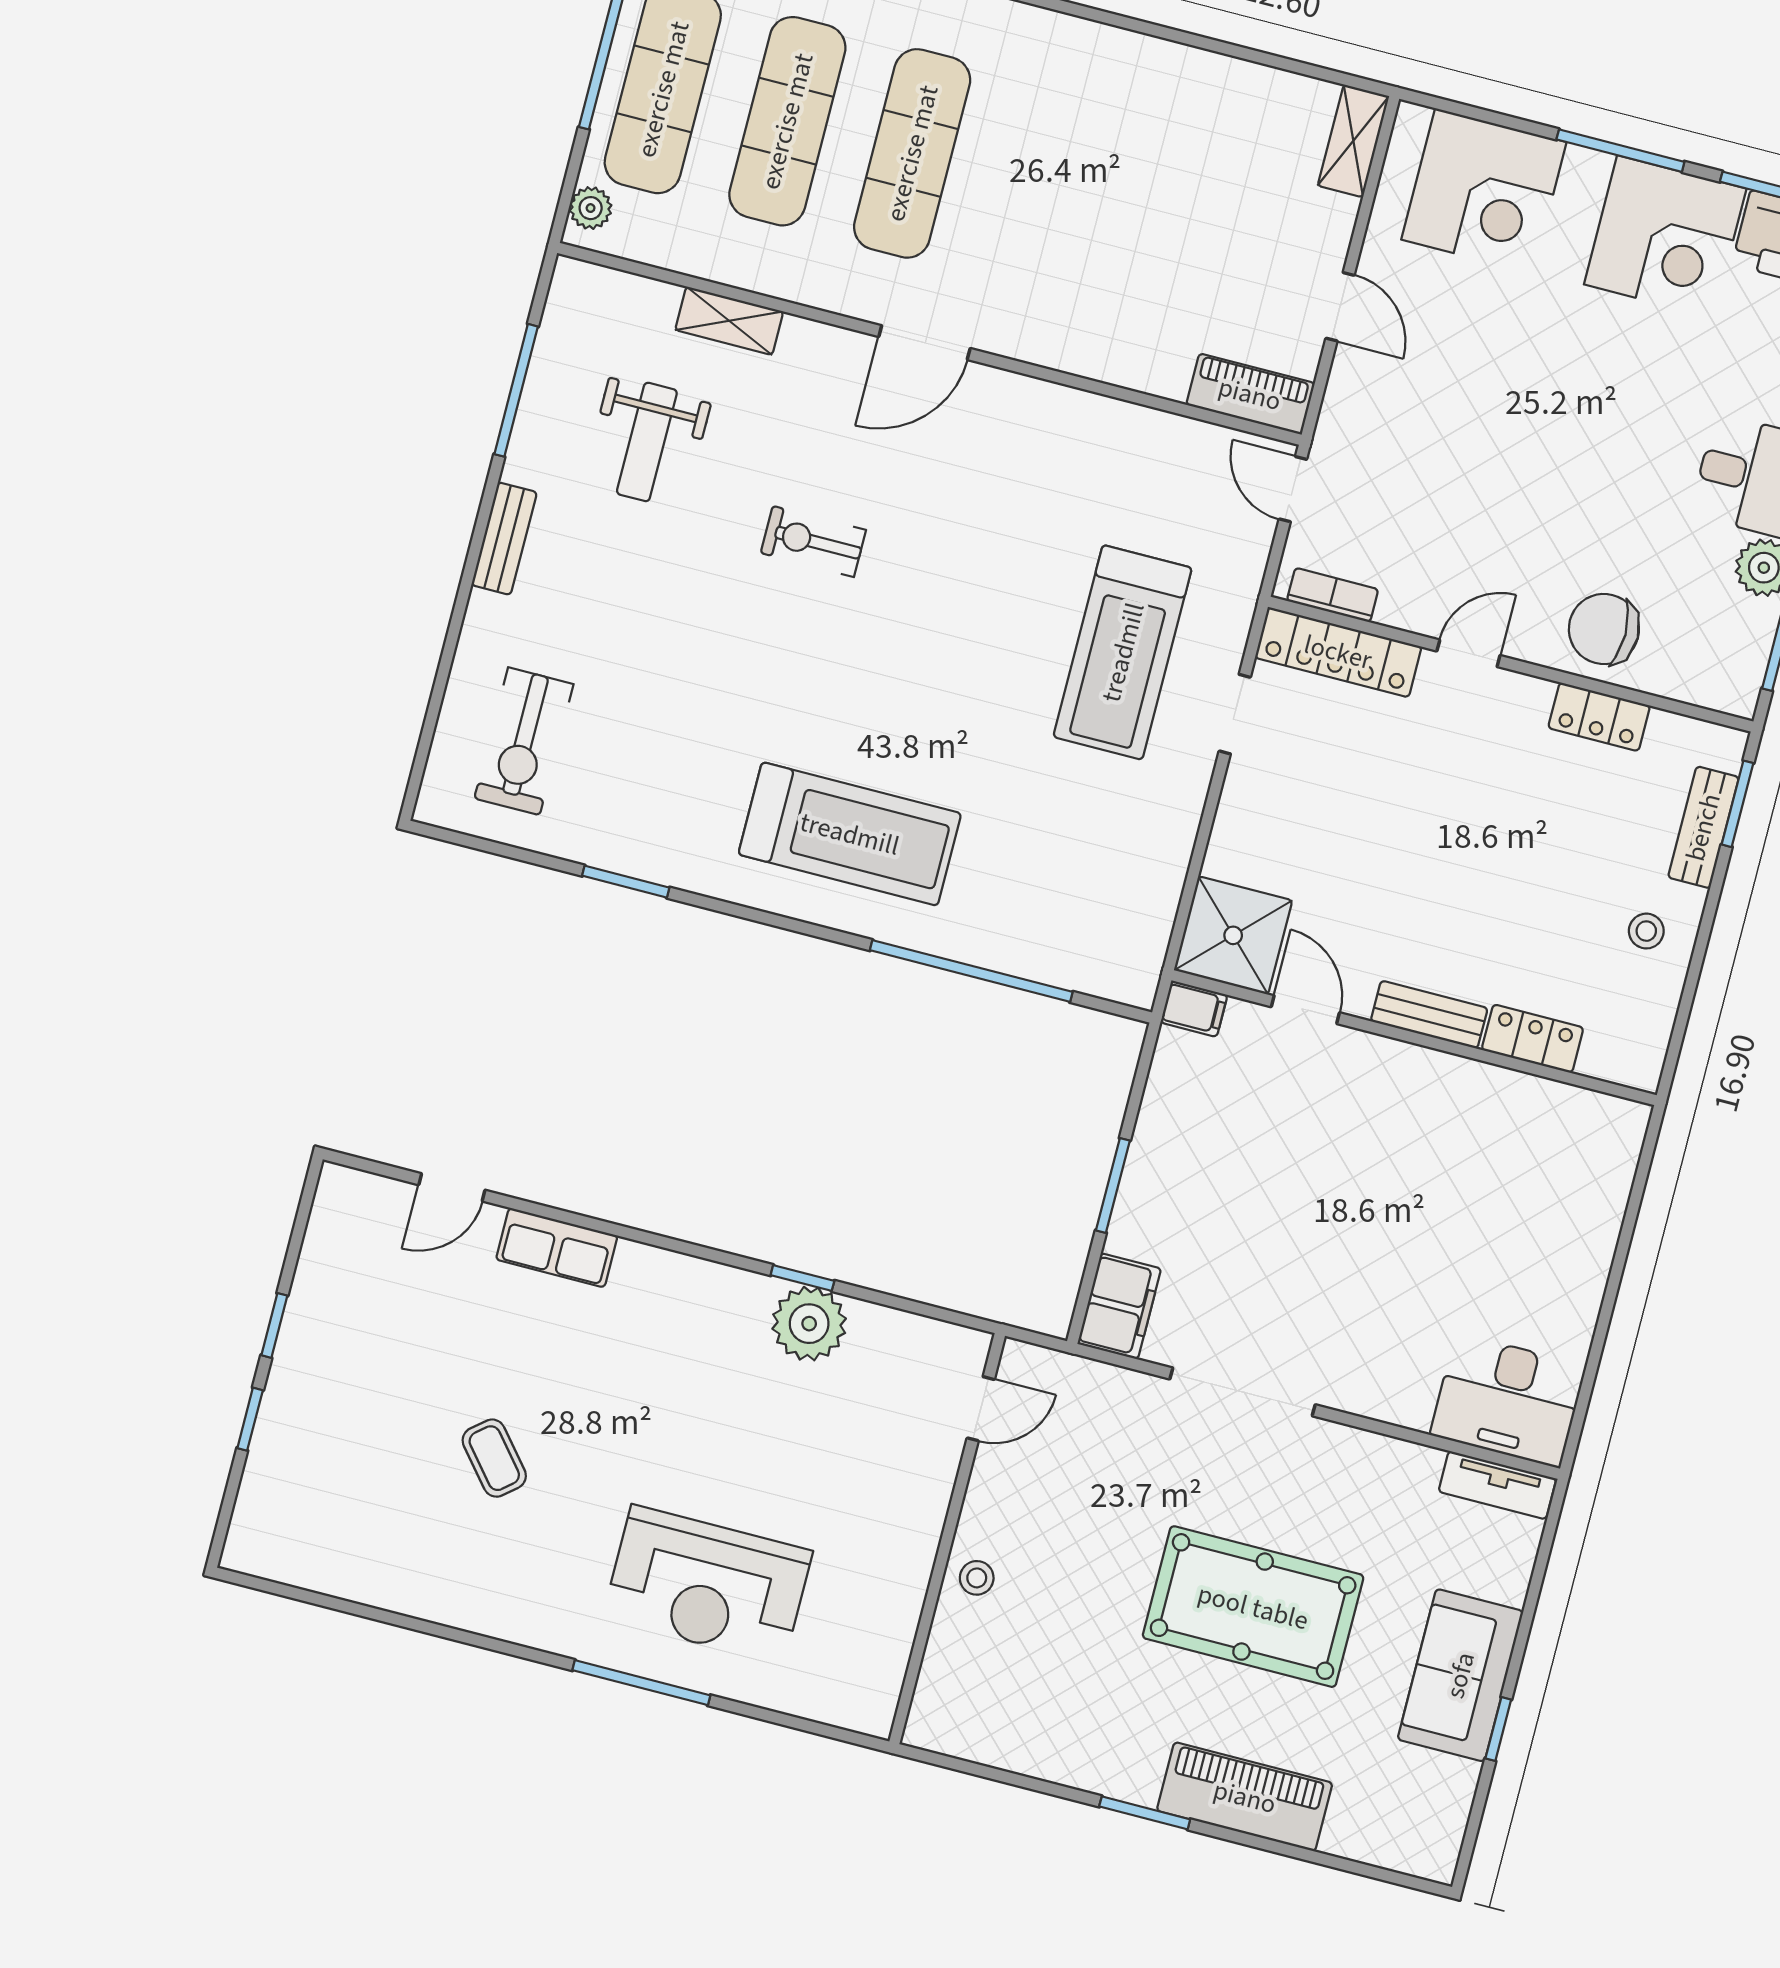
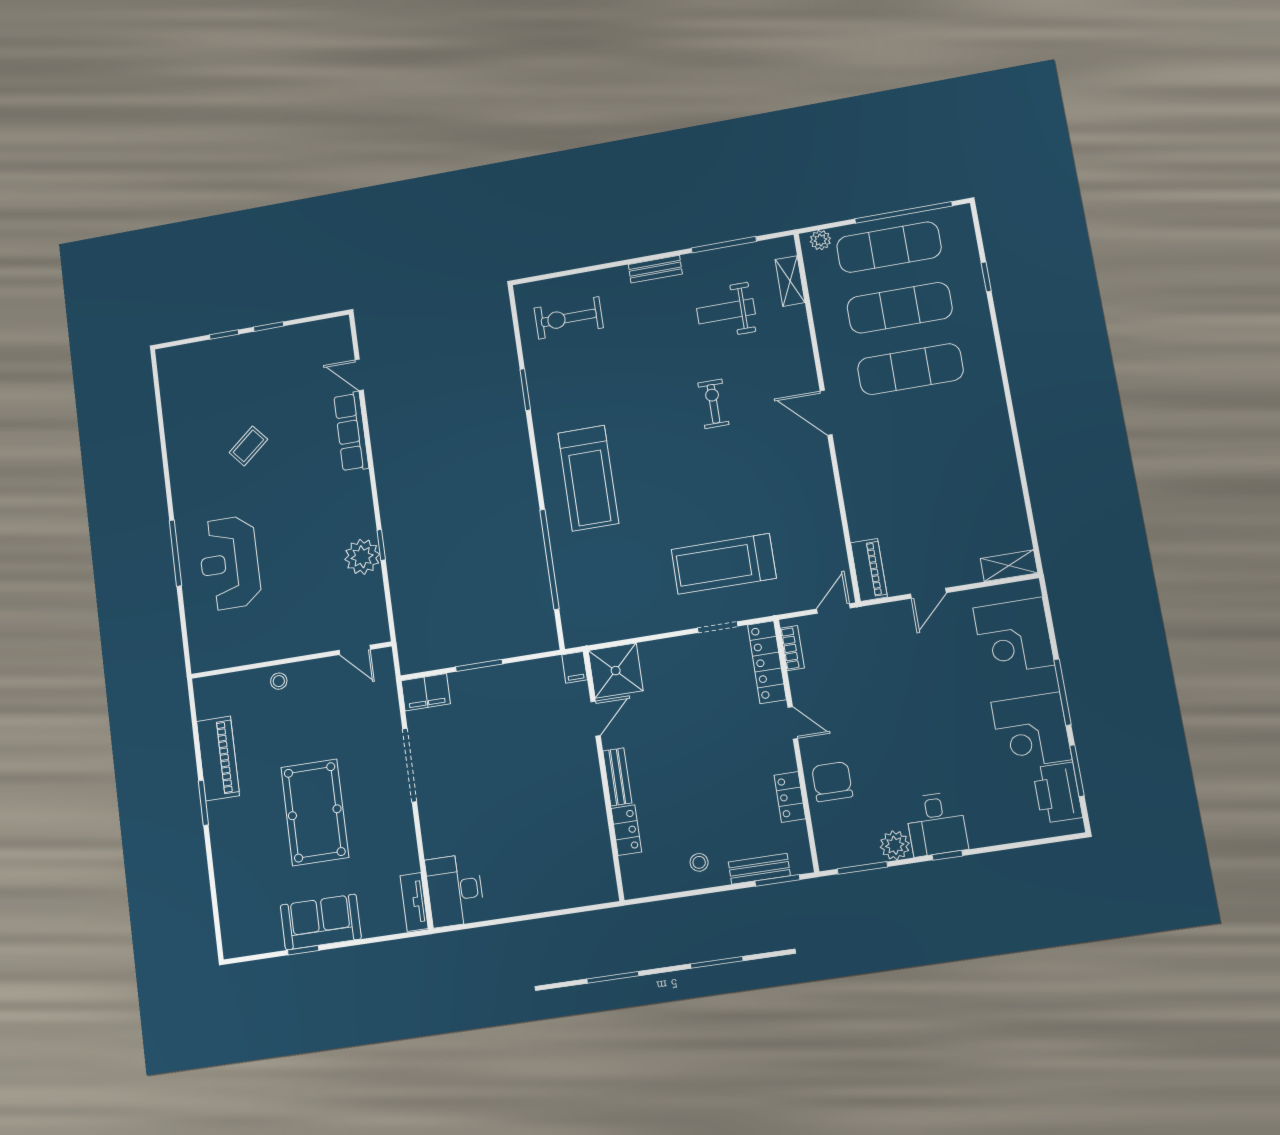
shelving: (729, 321) -> (790, 281), moved
row of seats: (557, 1248) -> (351, 432), width x1.48
piano: (1245, 1797) -> (218, 758), moved

